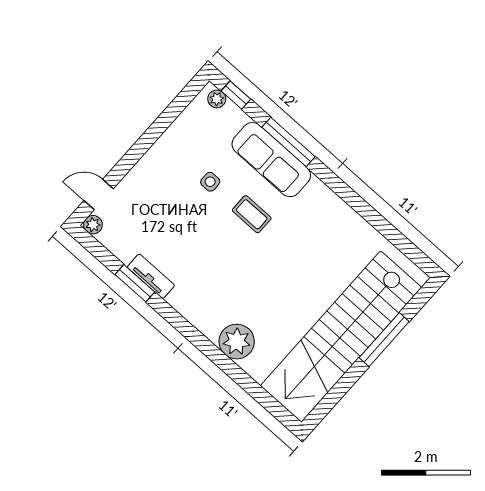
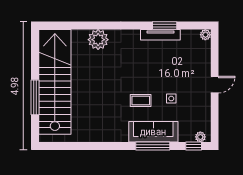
door: (99, 195) -> (215, 85), moved
tv unit: (151, 276) -> (160, 35), width x1.41

